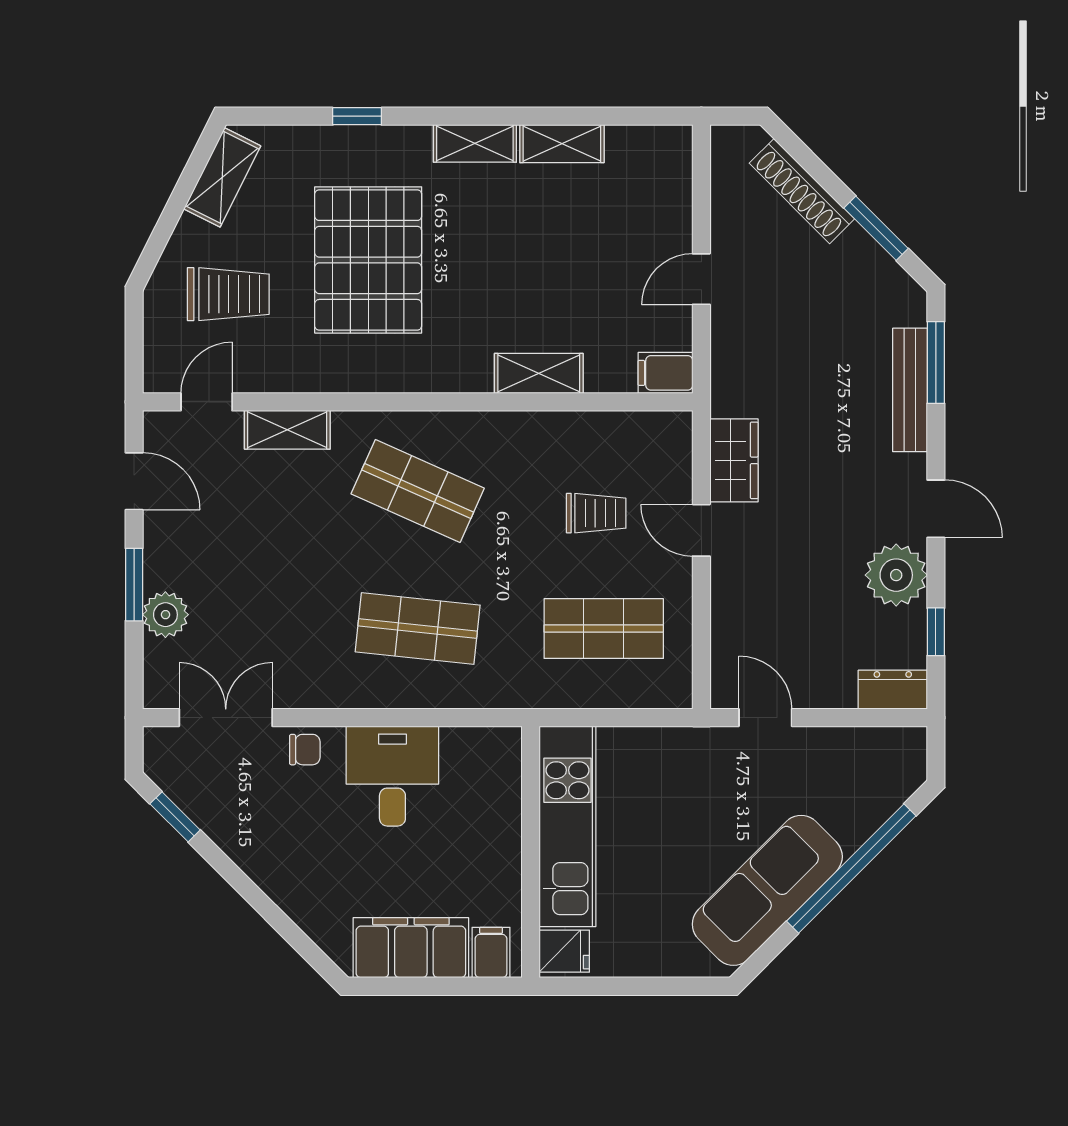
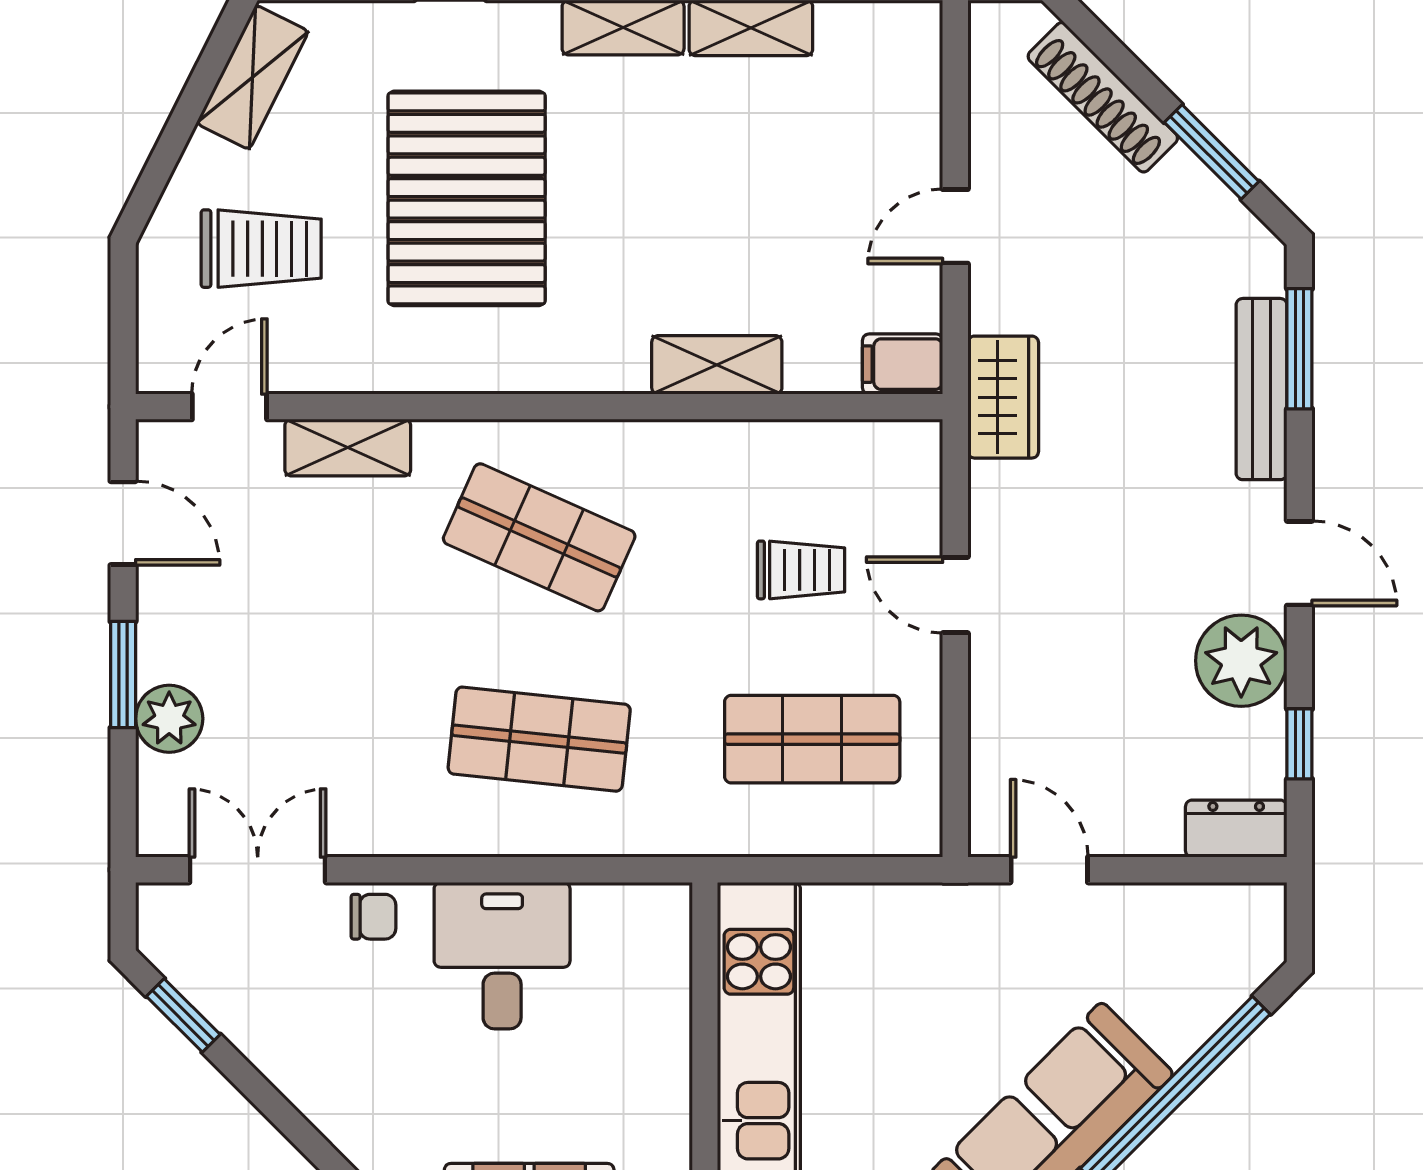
wardrobe: (734, 460) -> (1003, 397), moved

